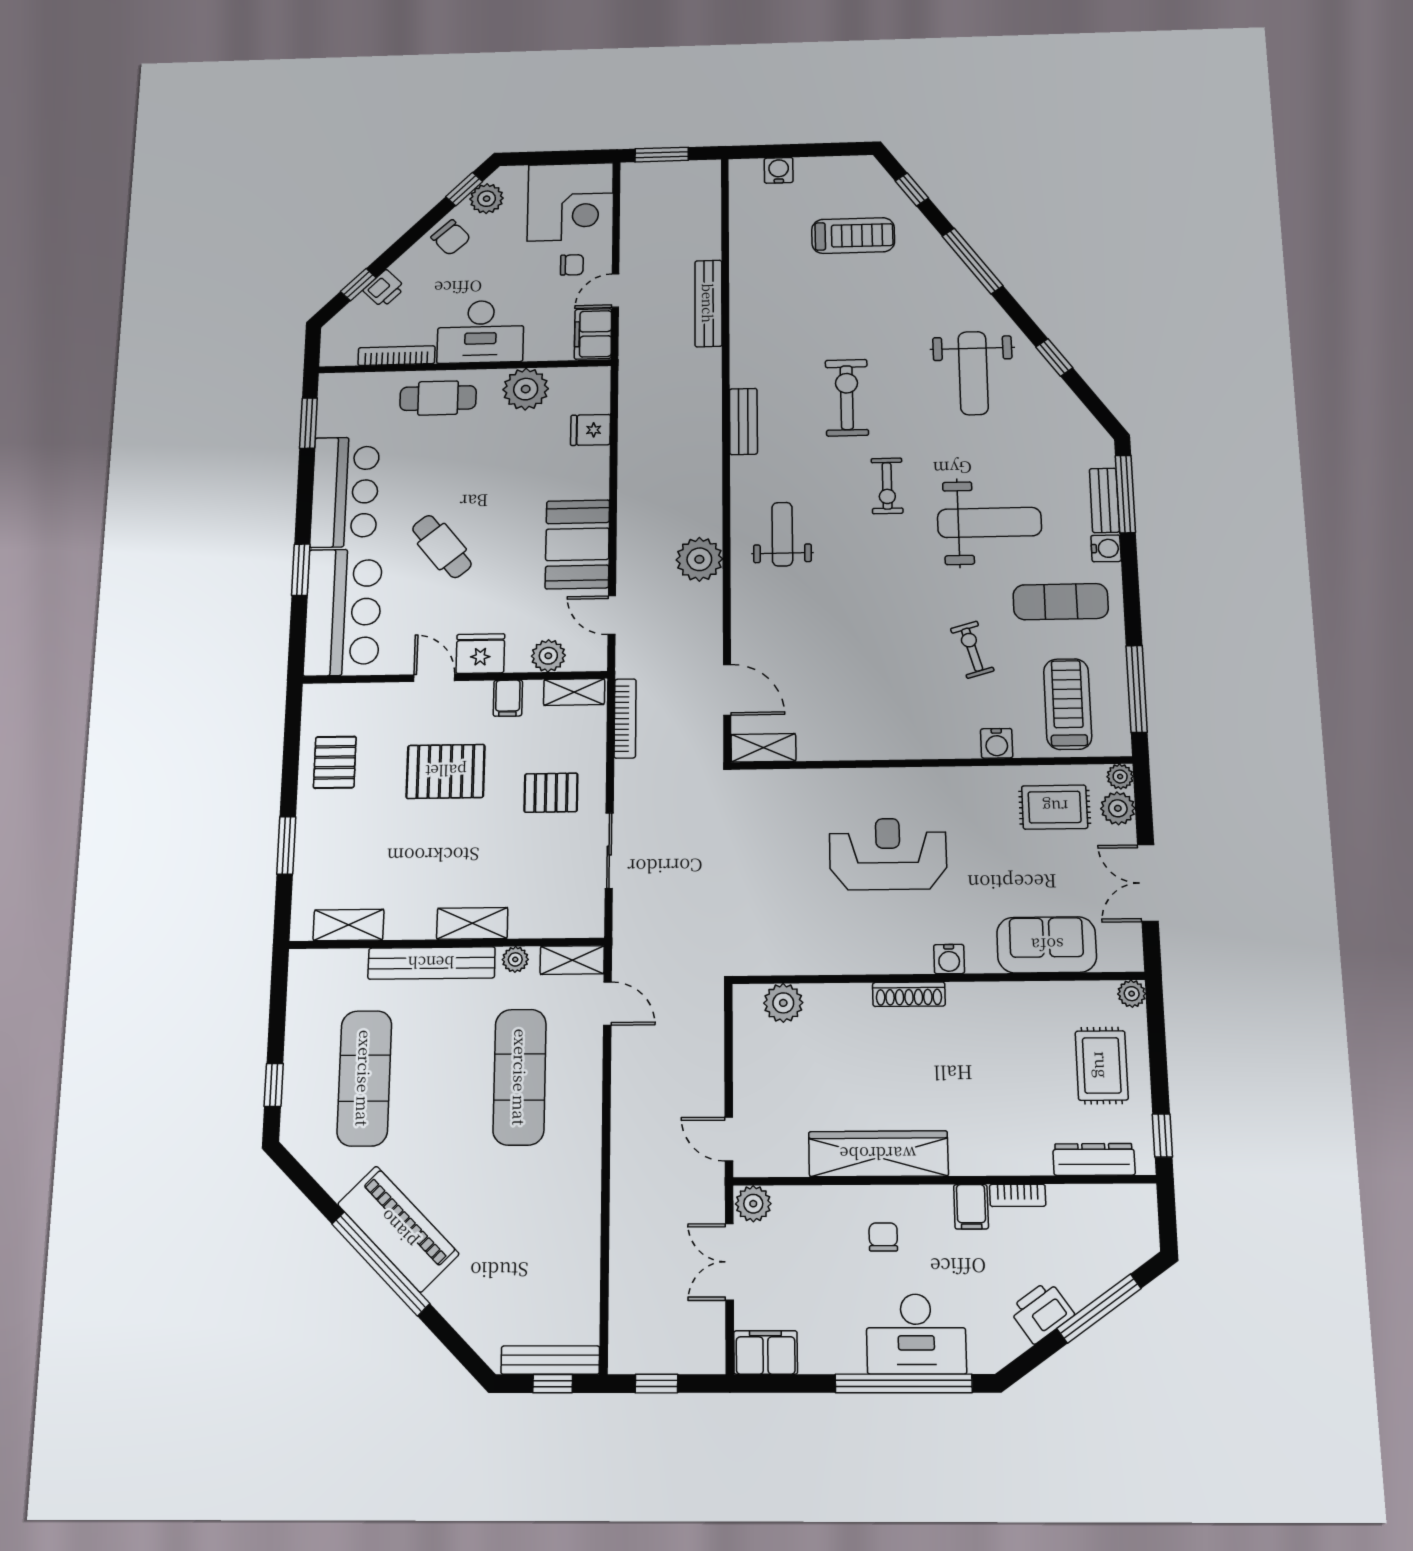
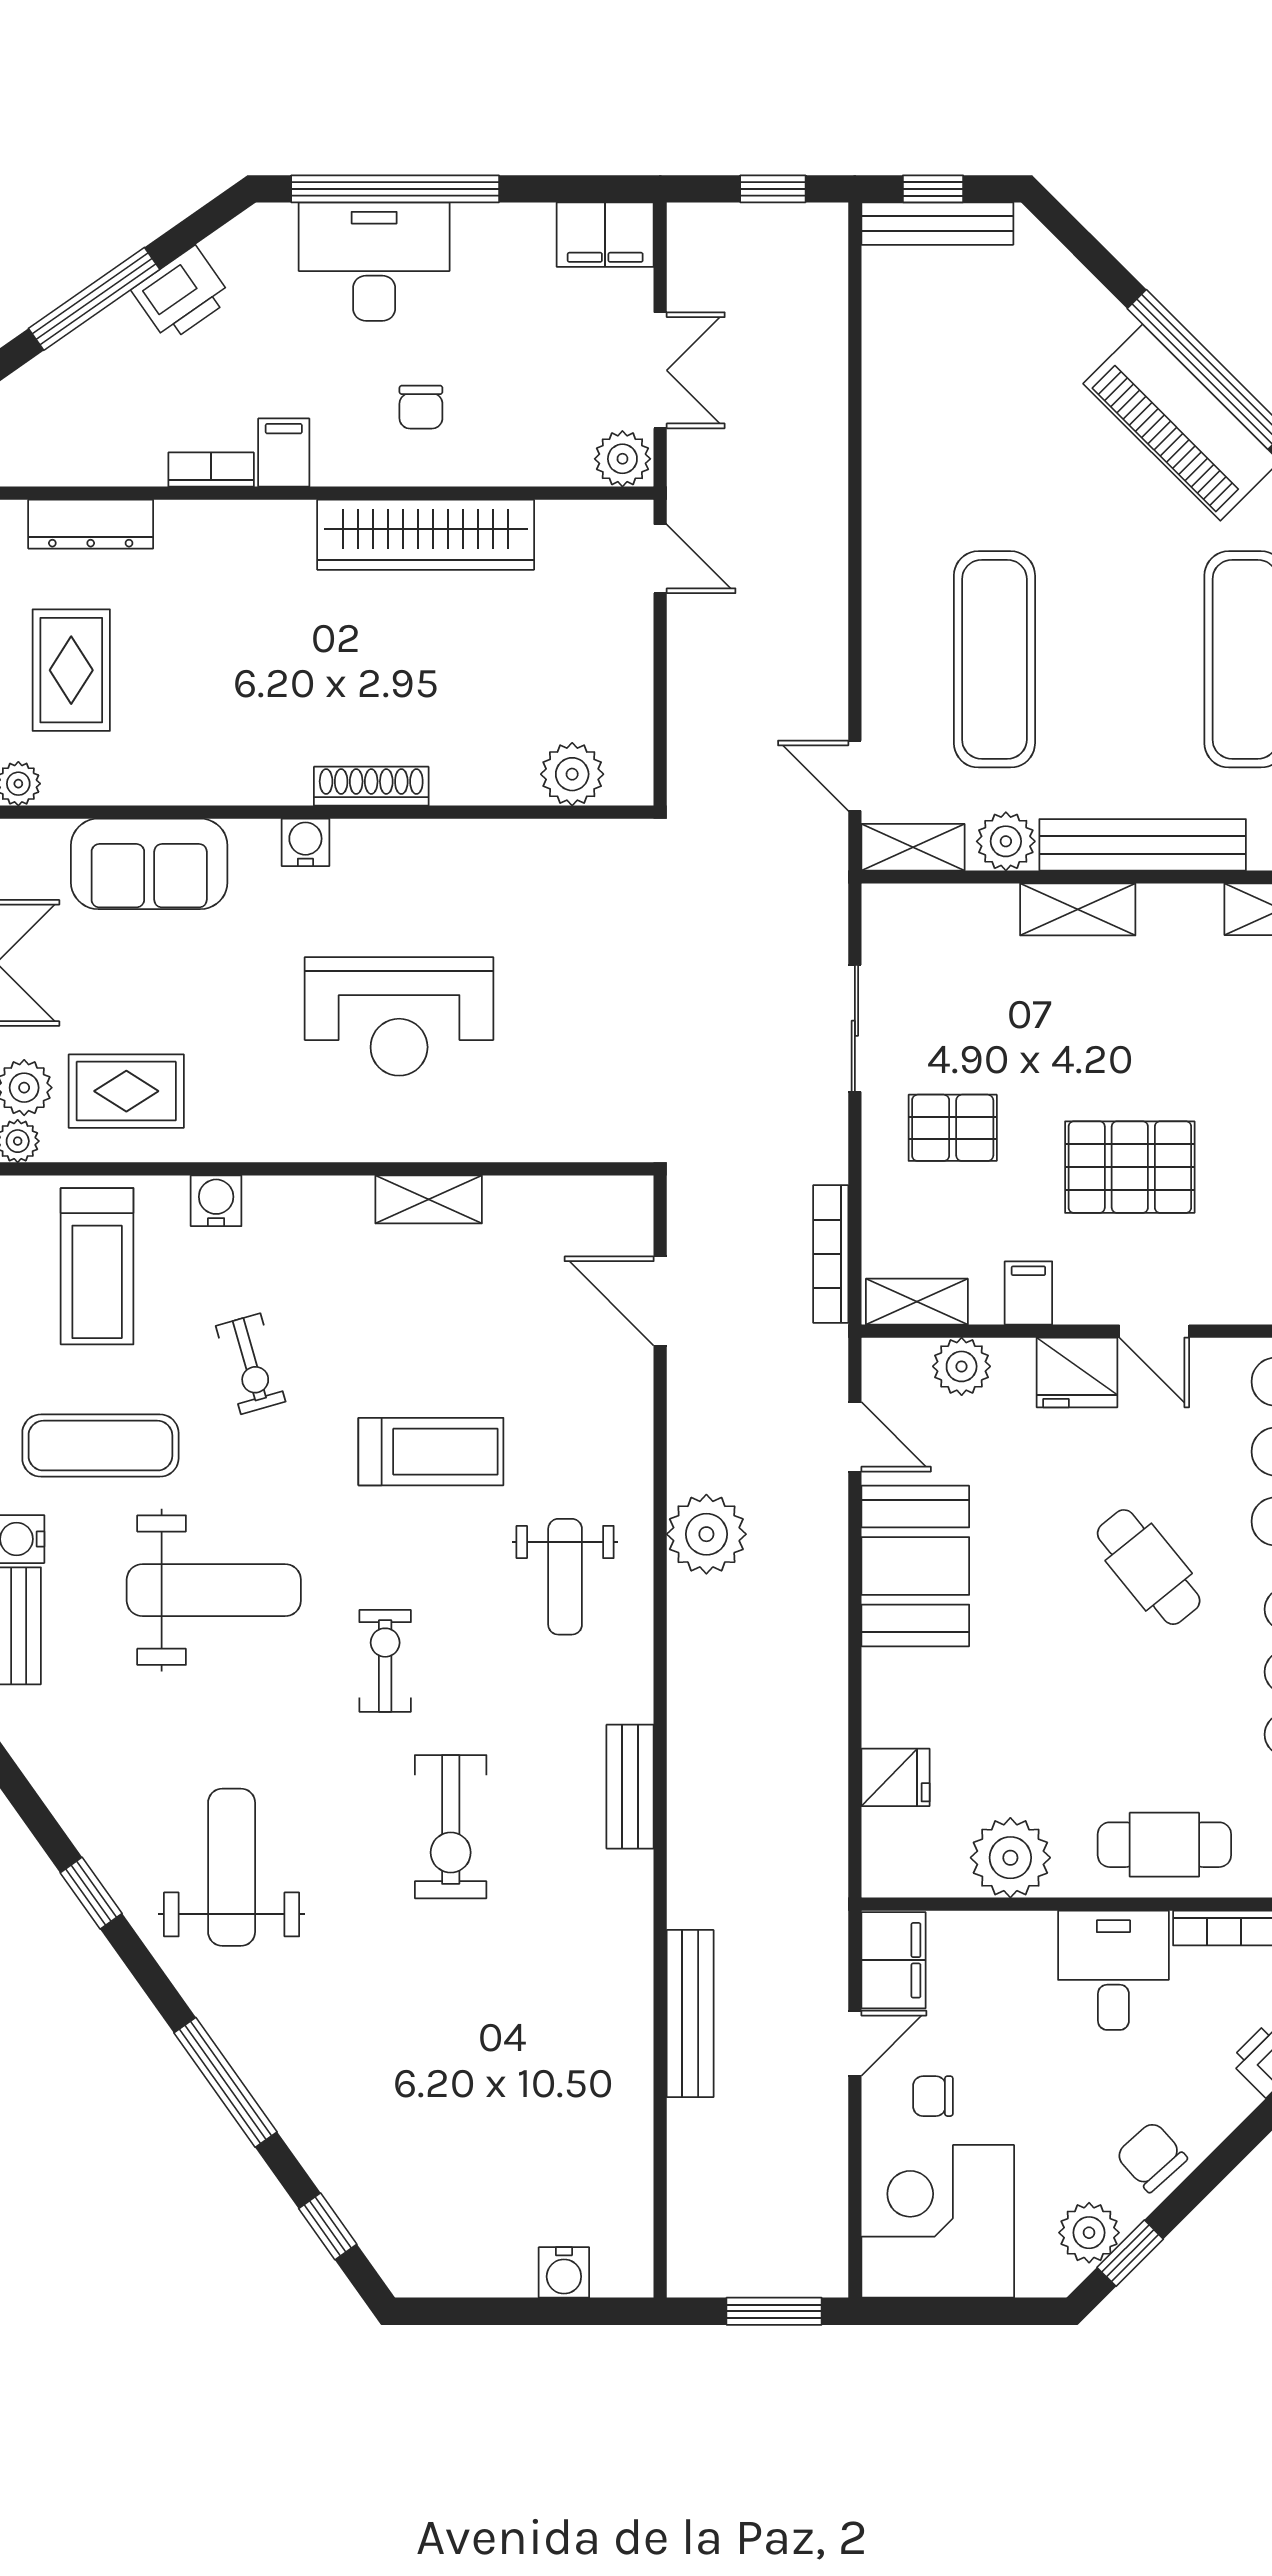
treadmill: (853, 236) -> (431, 1452), moved, turned 180
desk: (481, 332) -> (1113, 1970), width x0.73
weight bench: (989, 522) -> (214, 1590), turned 180
shelving: (763, 748) -> (429, 1199), moved
plant: (515, 959) -> (1006, 841), width x1.38, depth x1.38

